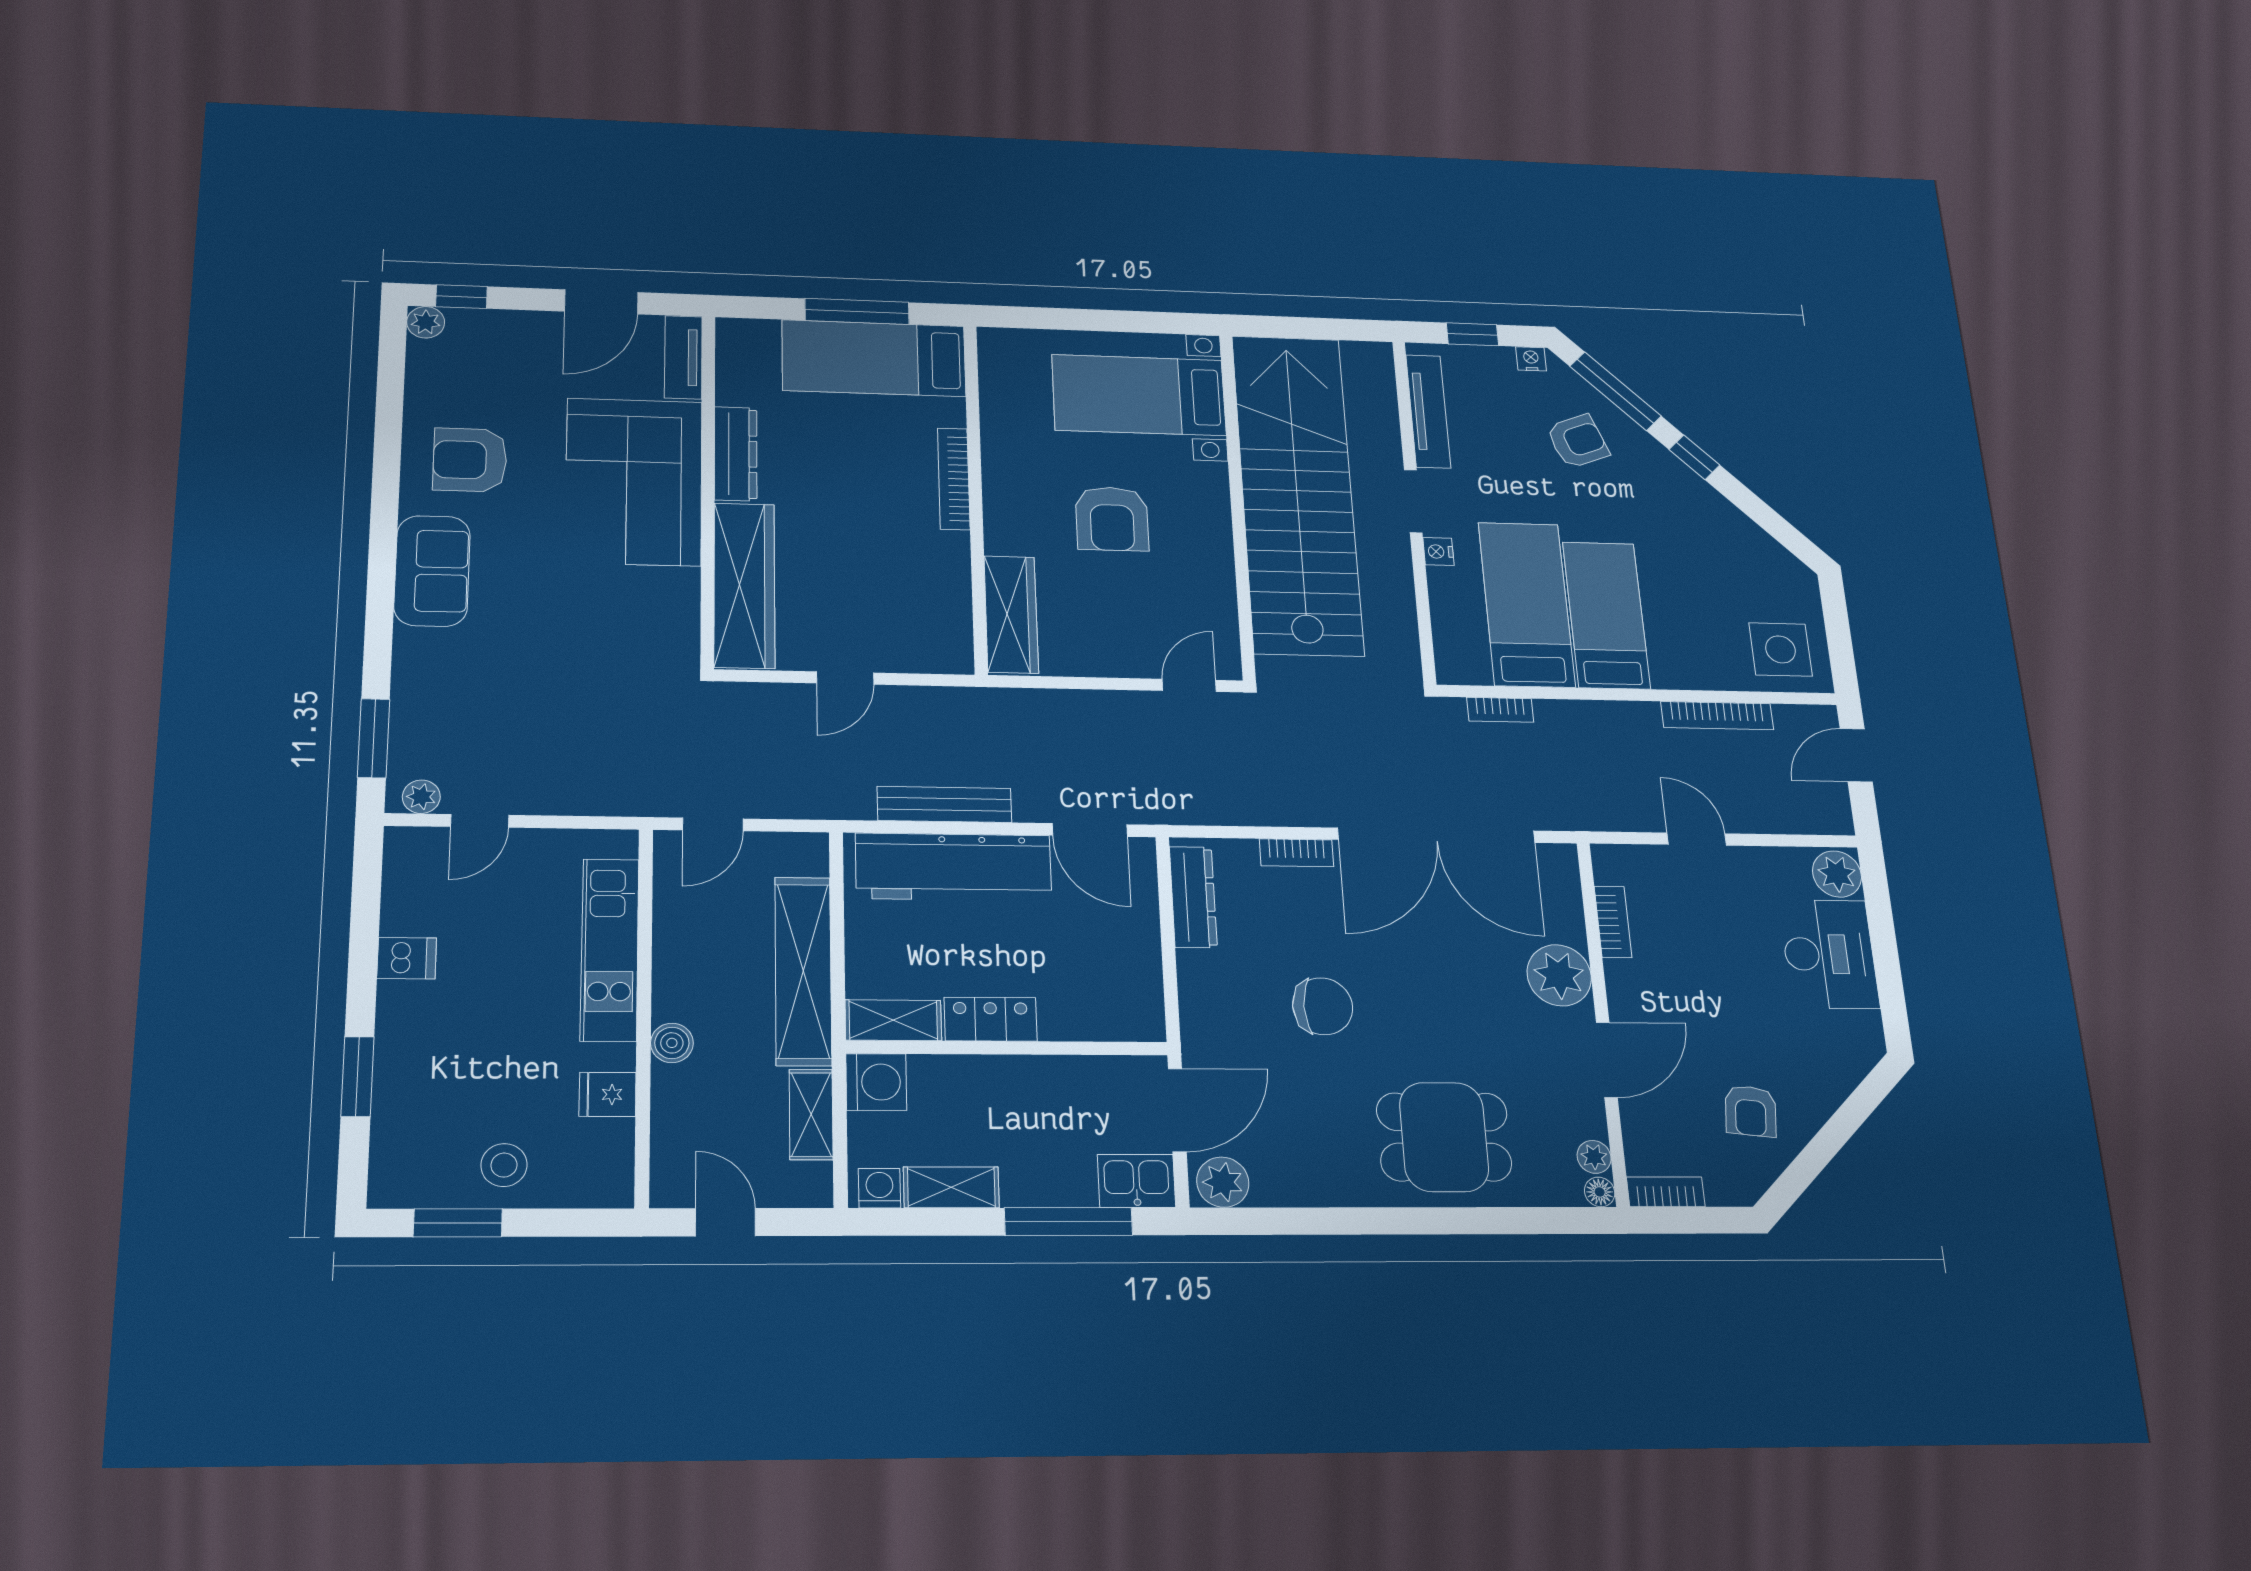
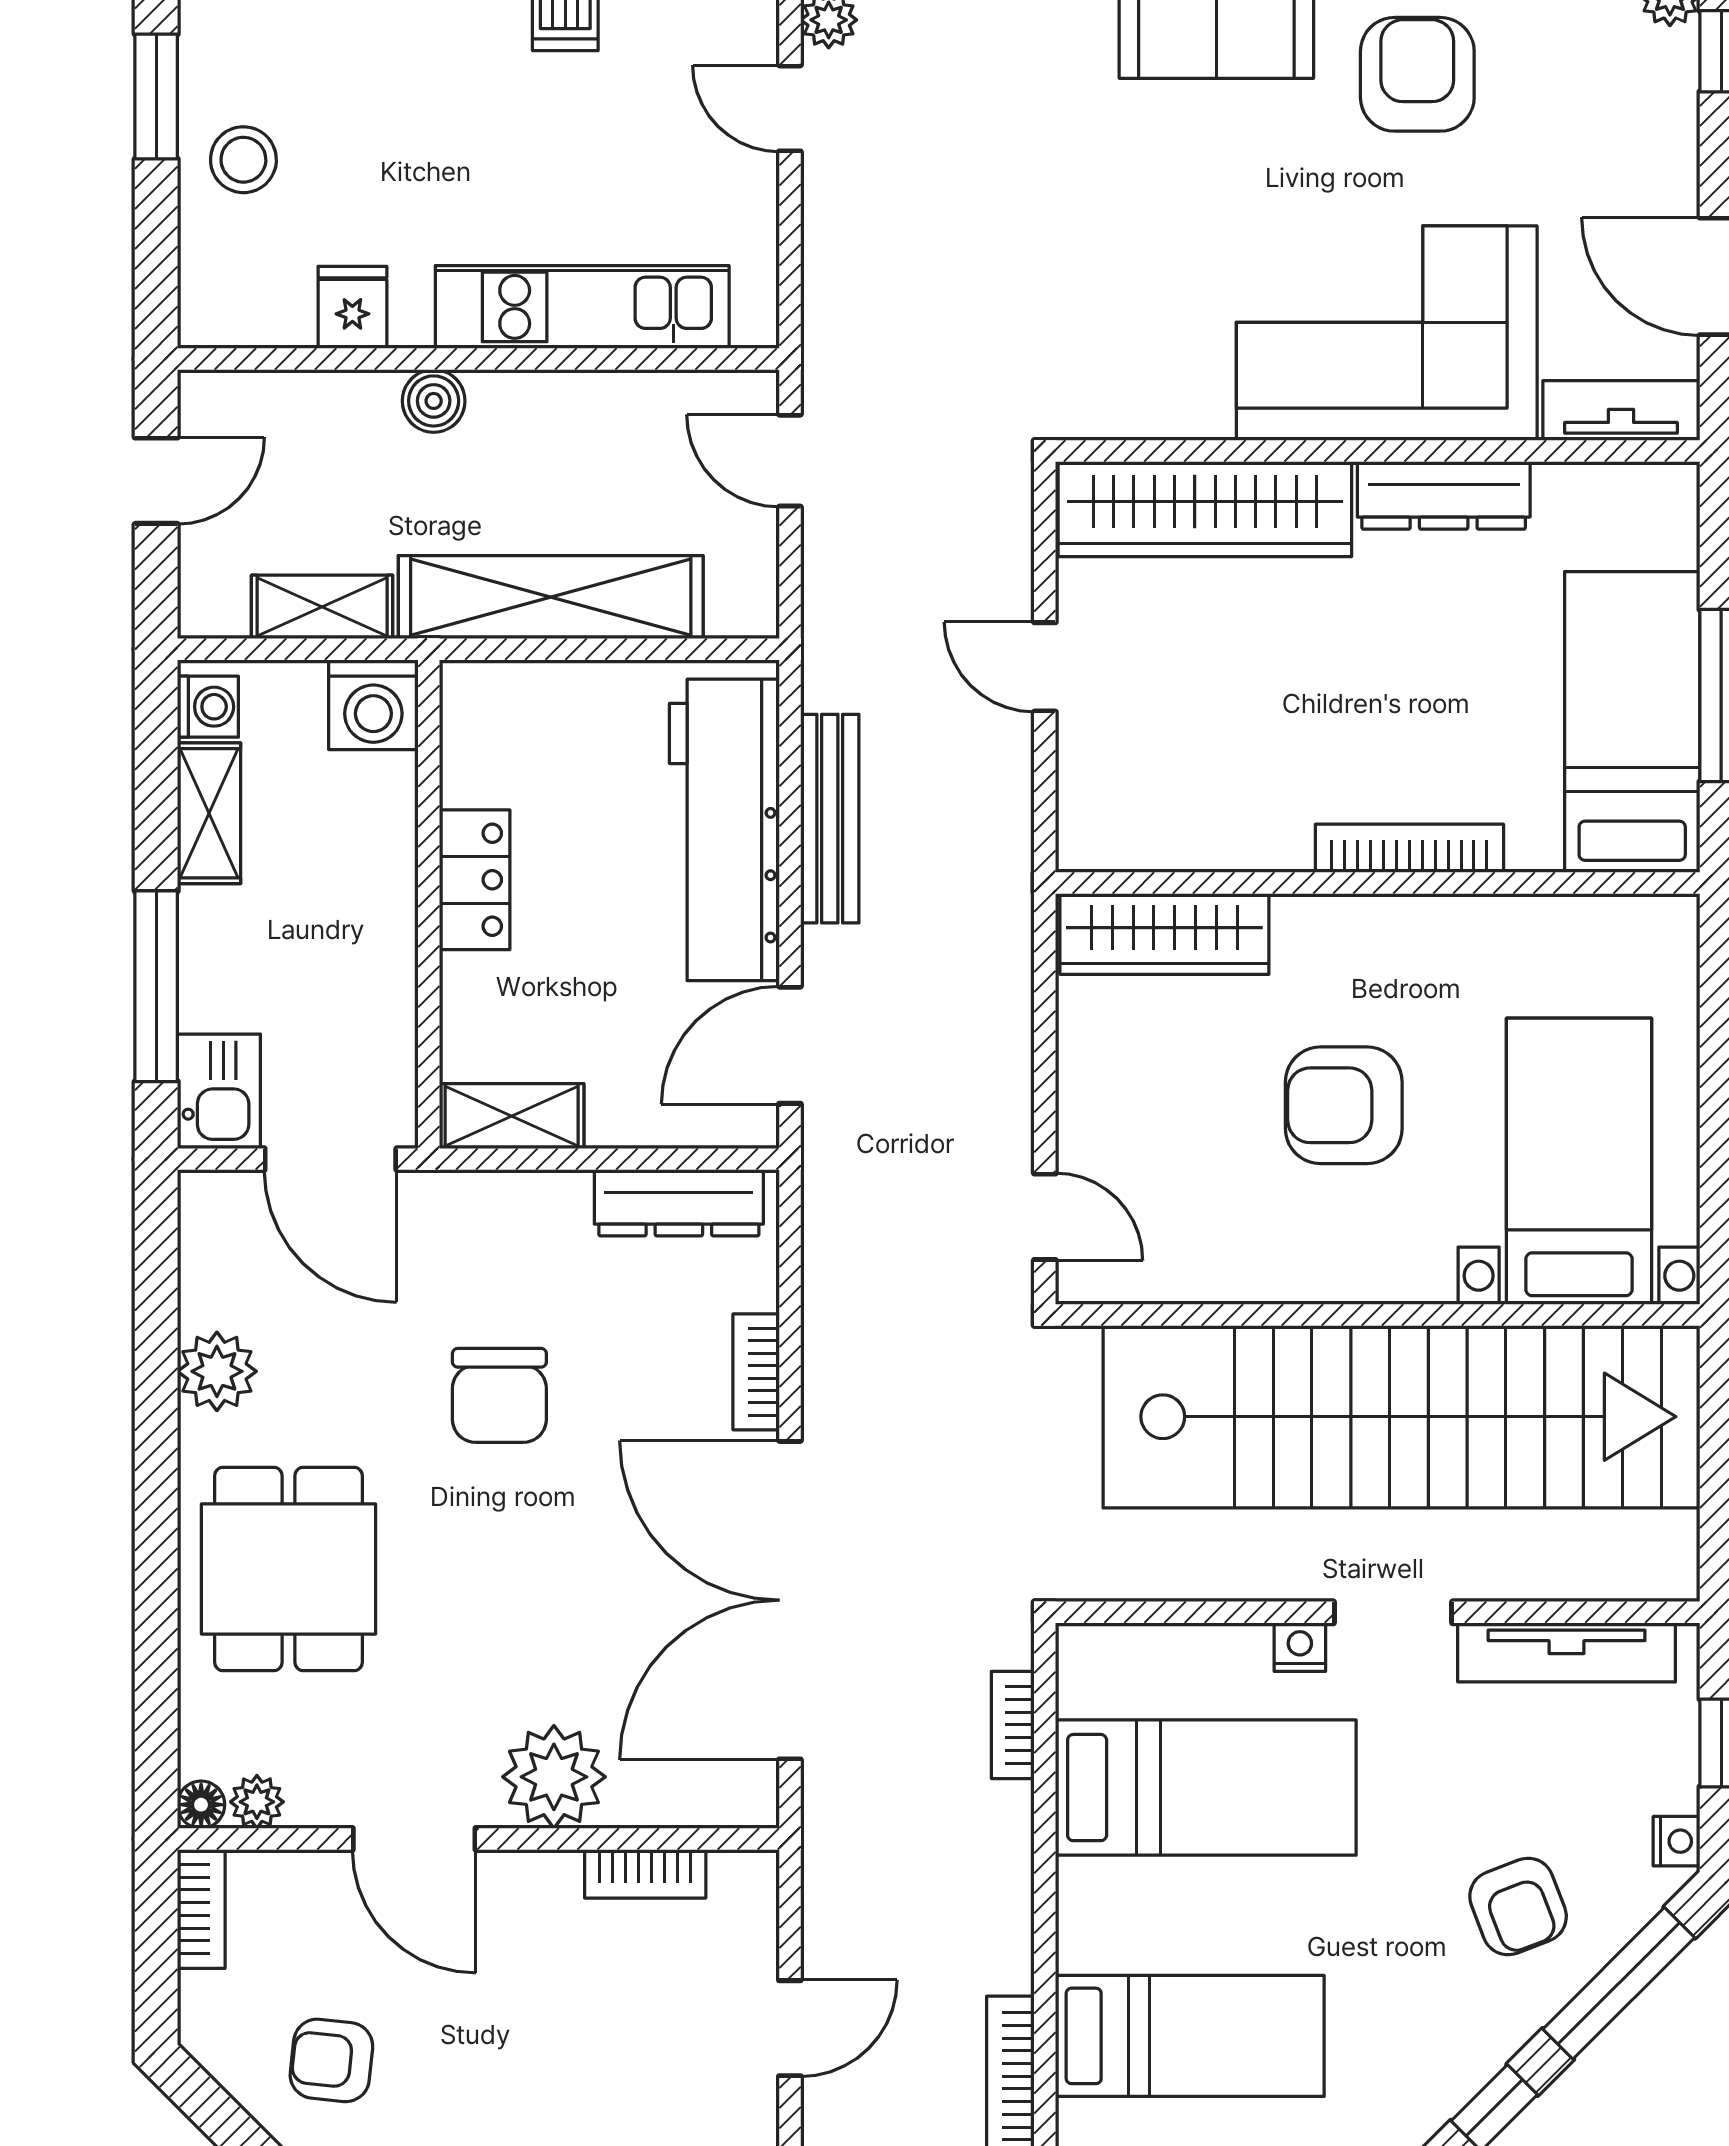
bed: (1606, 615) -> (1190, 2036), moved
shelving: (893, 1020) -> (512, 1116), moved, turned 90
plant: (1223, 1182) -> (217, 1371), moved

